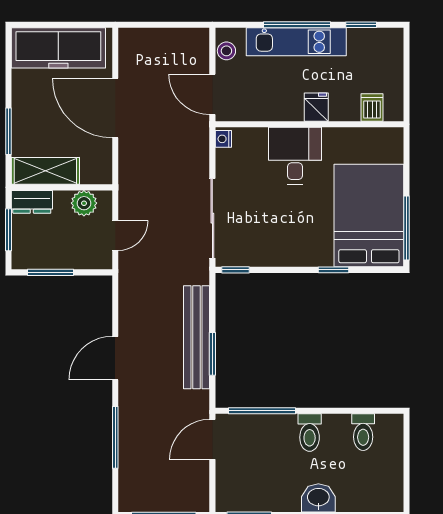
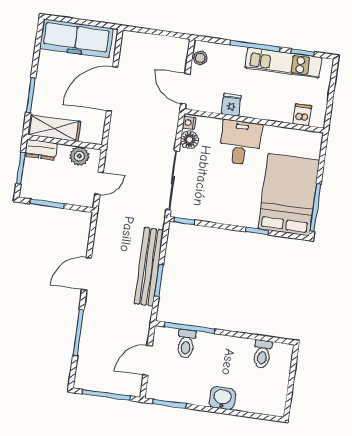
kitchen unit: (296, 42) -> (283, 63), moved
fridge: (316, 107) -> (231, 105), moved
door: (115, 108) -> (112, 89), hinge flipped
floor lamp: (227, 161) -> (189, 140), added
toilet: (310, 433) -> (186, 344), moved
door: (212, 439) -> (148, 360), moved

